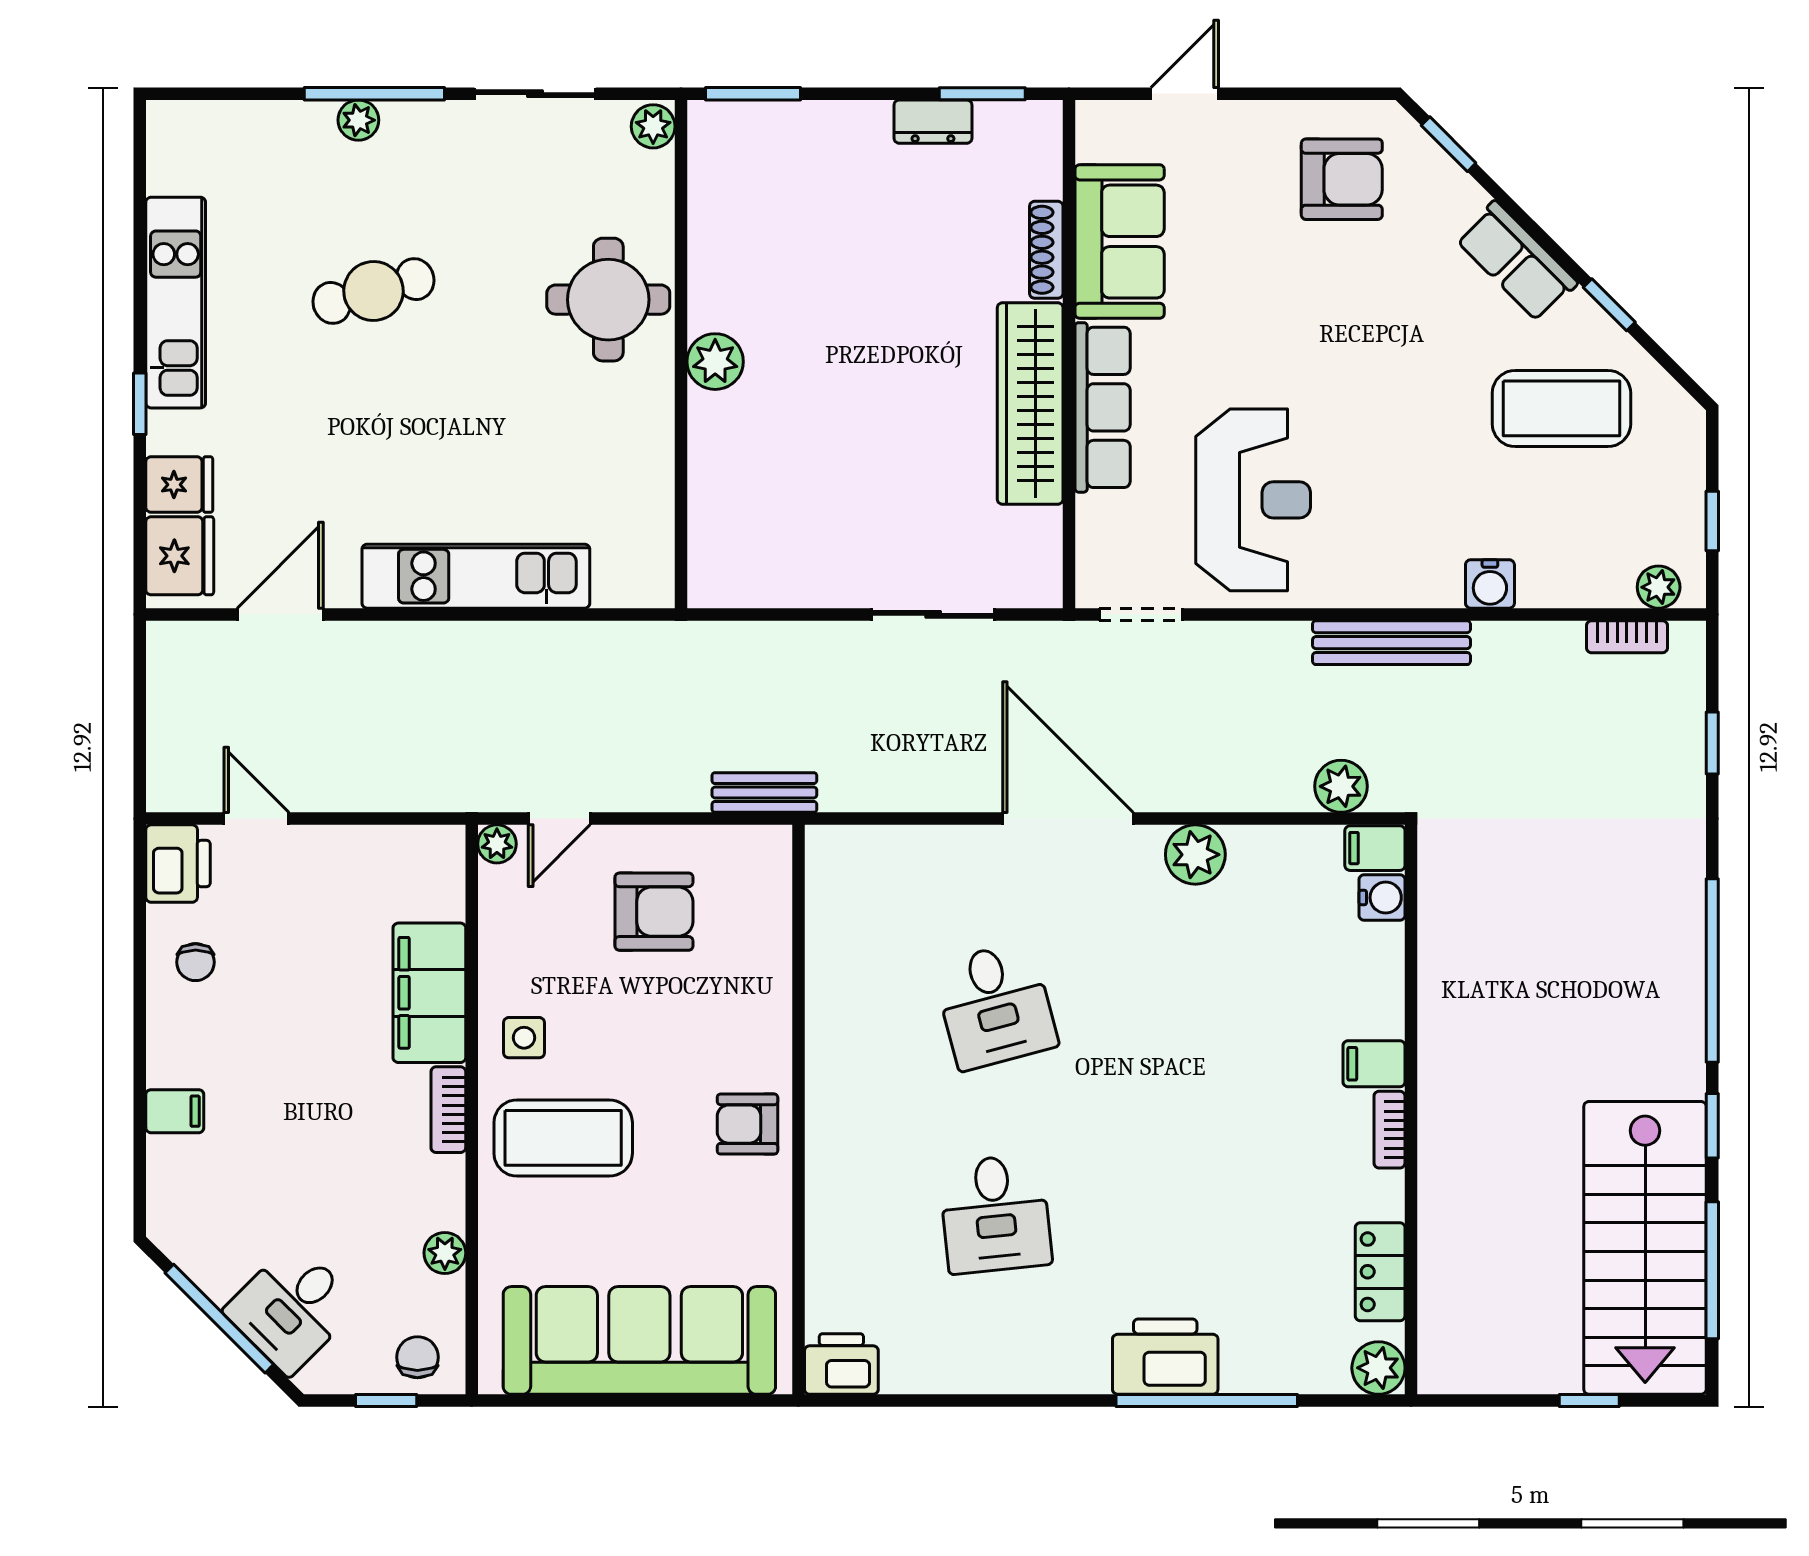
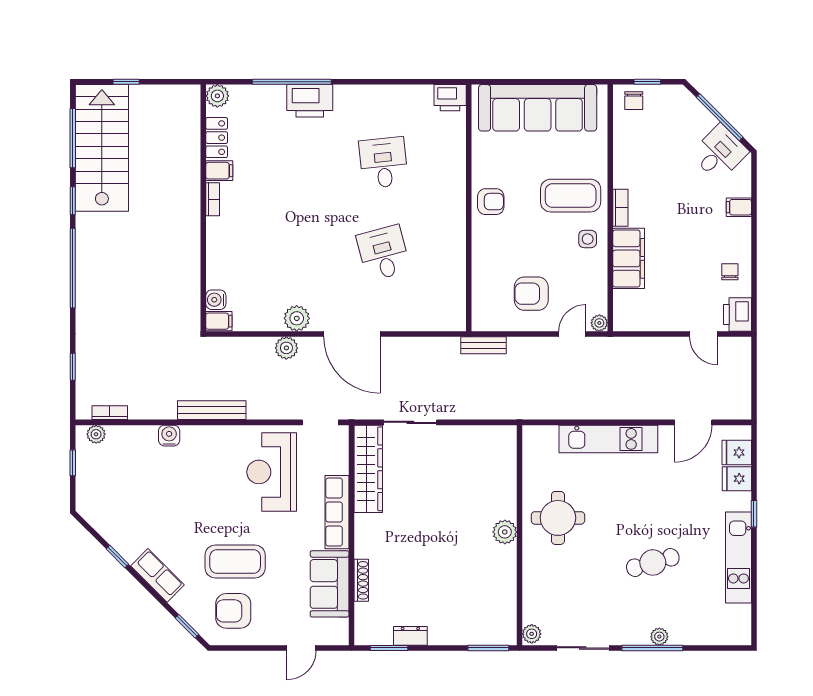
round table: (608, 300) -> (558, 518), moved
wardrobe: (1030, 404) -> (368, 469), moved
coffee table: (1561, 408) -> (235, 561), moved
fridge: (180, 556) -> (737, 452), width x0.72
plant: (1341, 786) -> (286, 348), moved
filing cabinet: (1374, 1064) -> (219, 171), moved
plant: (445, 1253) -> (622, 146), removed
desk: (292, 1308) -> (719, 153), moved

